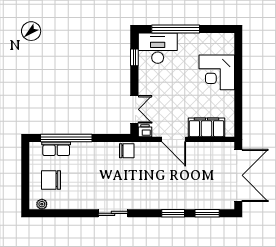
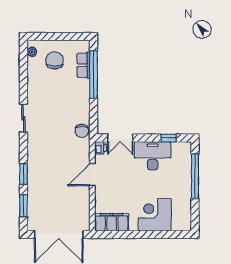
desk: (158, 48) -> (153, 156), moved, turned -90
filing cabinet: (206, 127) -> (112, 222), moved, turned -90

